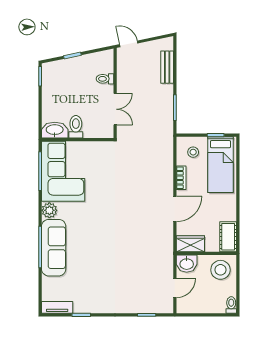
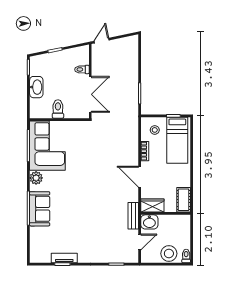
door: (129, 44) -> (102, 41), hinge flipped
bench: (167, 67) -> (133, 216), moved
double door: (115, 109) -> (90, 94), width x1.37
washbasin: (55, 130) -> (36, 87), moved, turned 90
door: (175, 209) -> (140, 177), swing flipped
sofa: (54, 248) -> (40, 209), width x0.73
stool: (220, 270) -> (169, 254), moved
tv unit: (57, 307) -> (64, 258), moved

